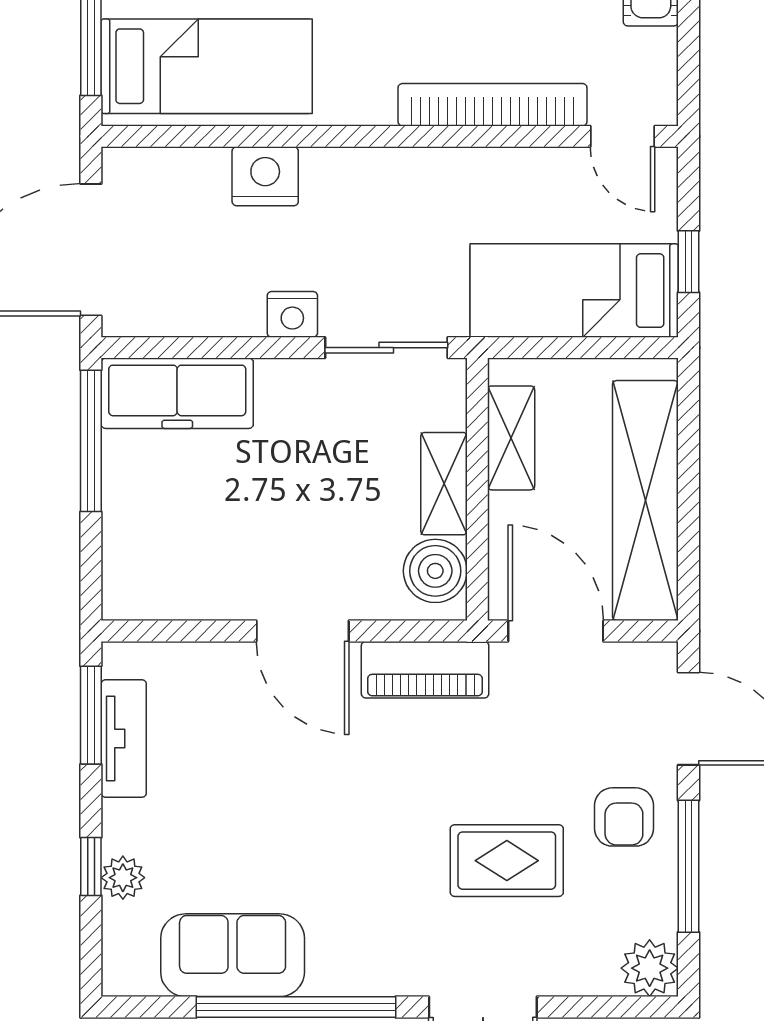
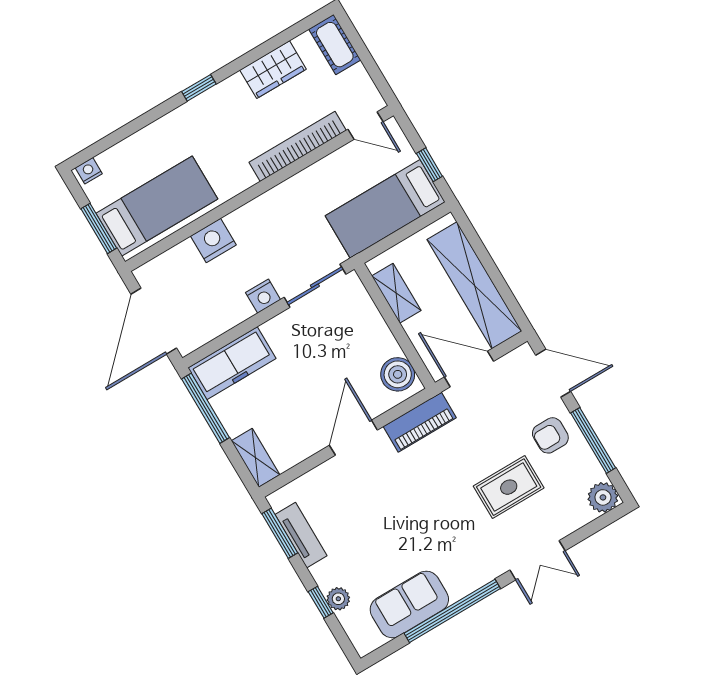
shelving: (444, 484) -> (256, 458), moved
door: (303, 631) -> (353, 438), swing flipped
armchair: (624, 817) -> (550, 435), turned 90

